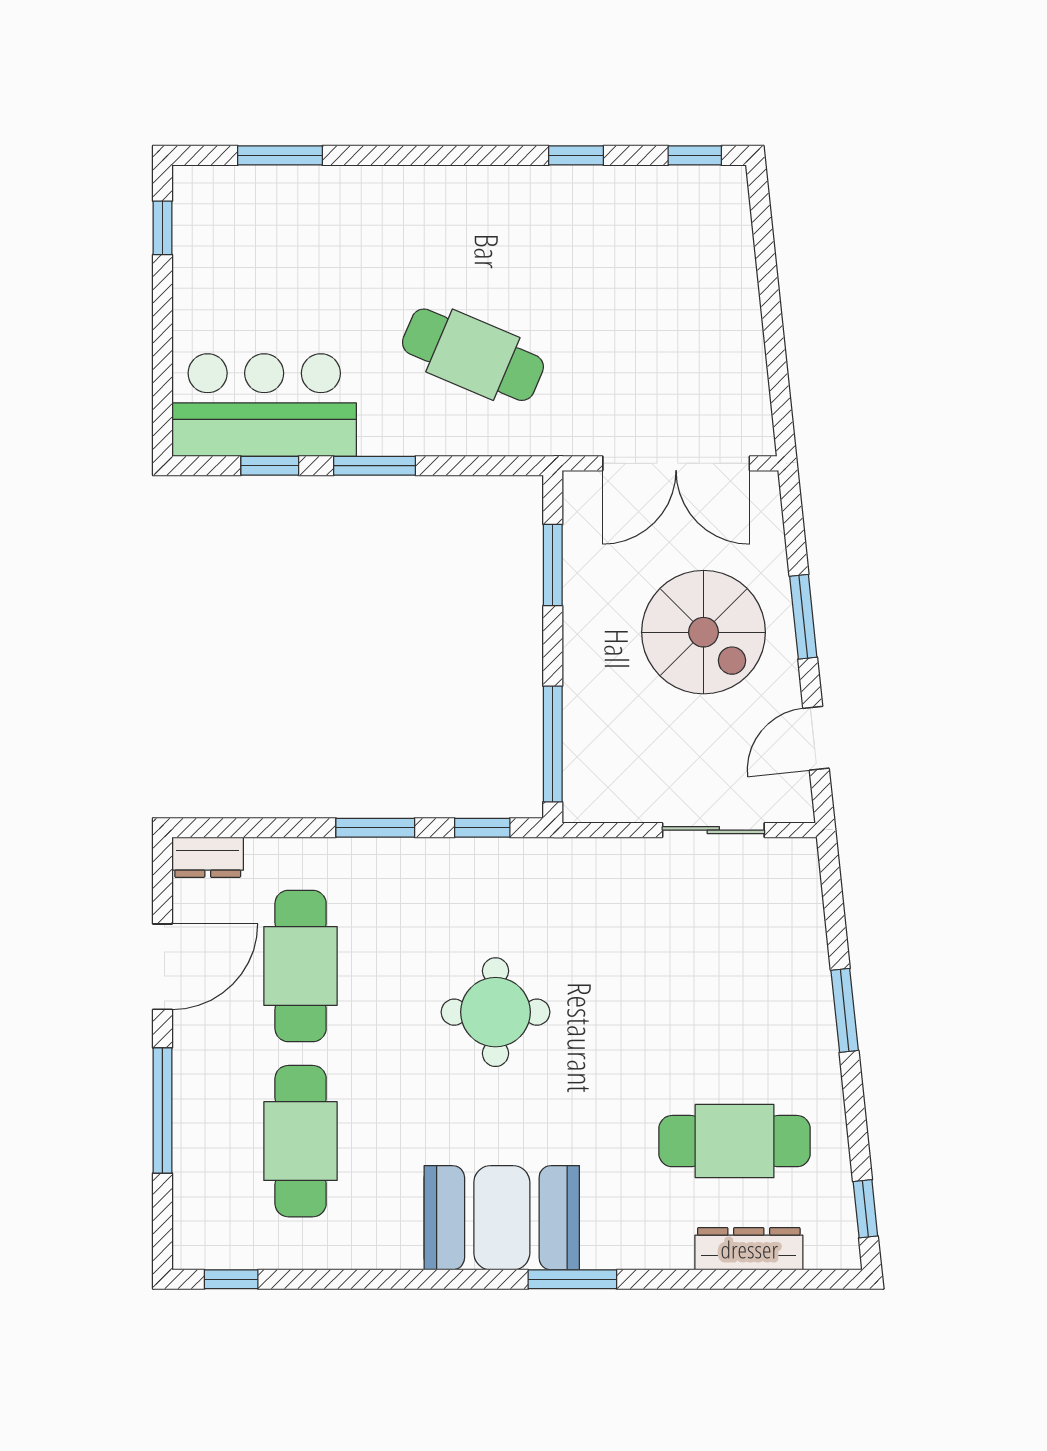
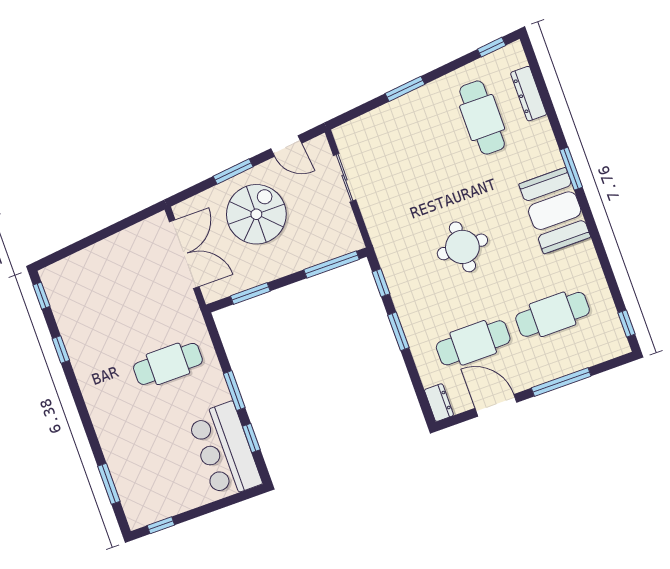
cafe table: (473, 355) -> (168, 364), turned 67

